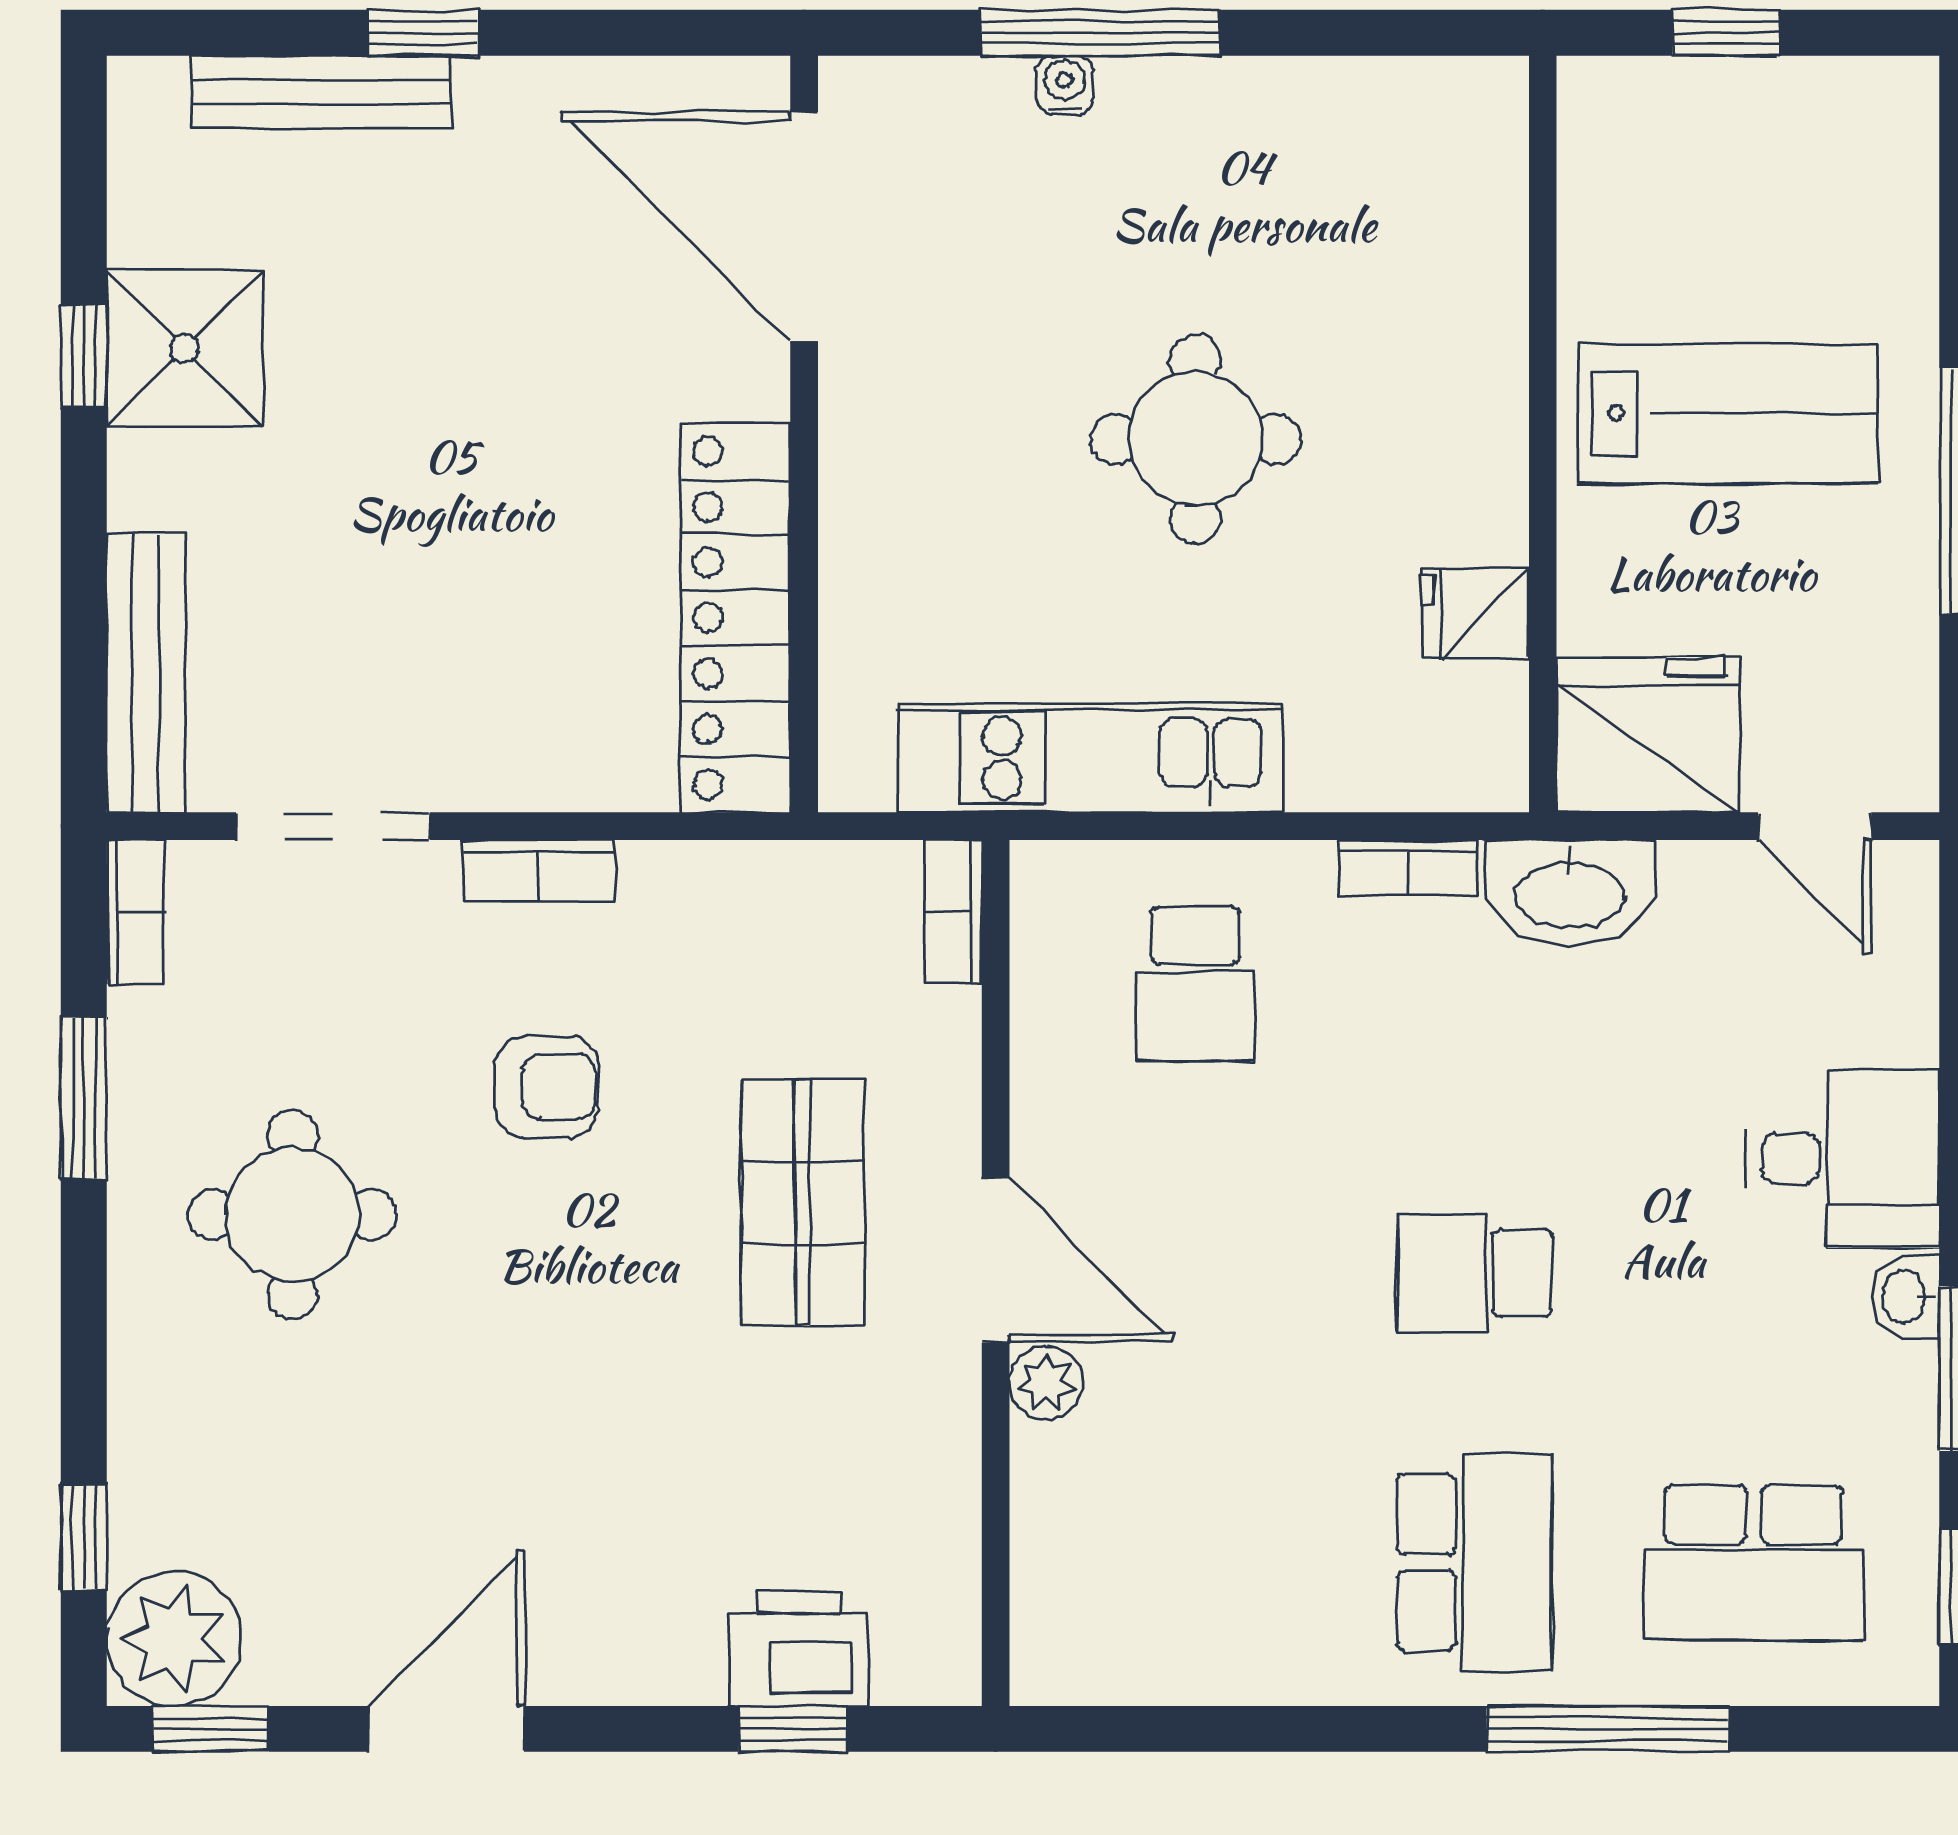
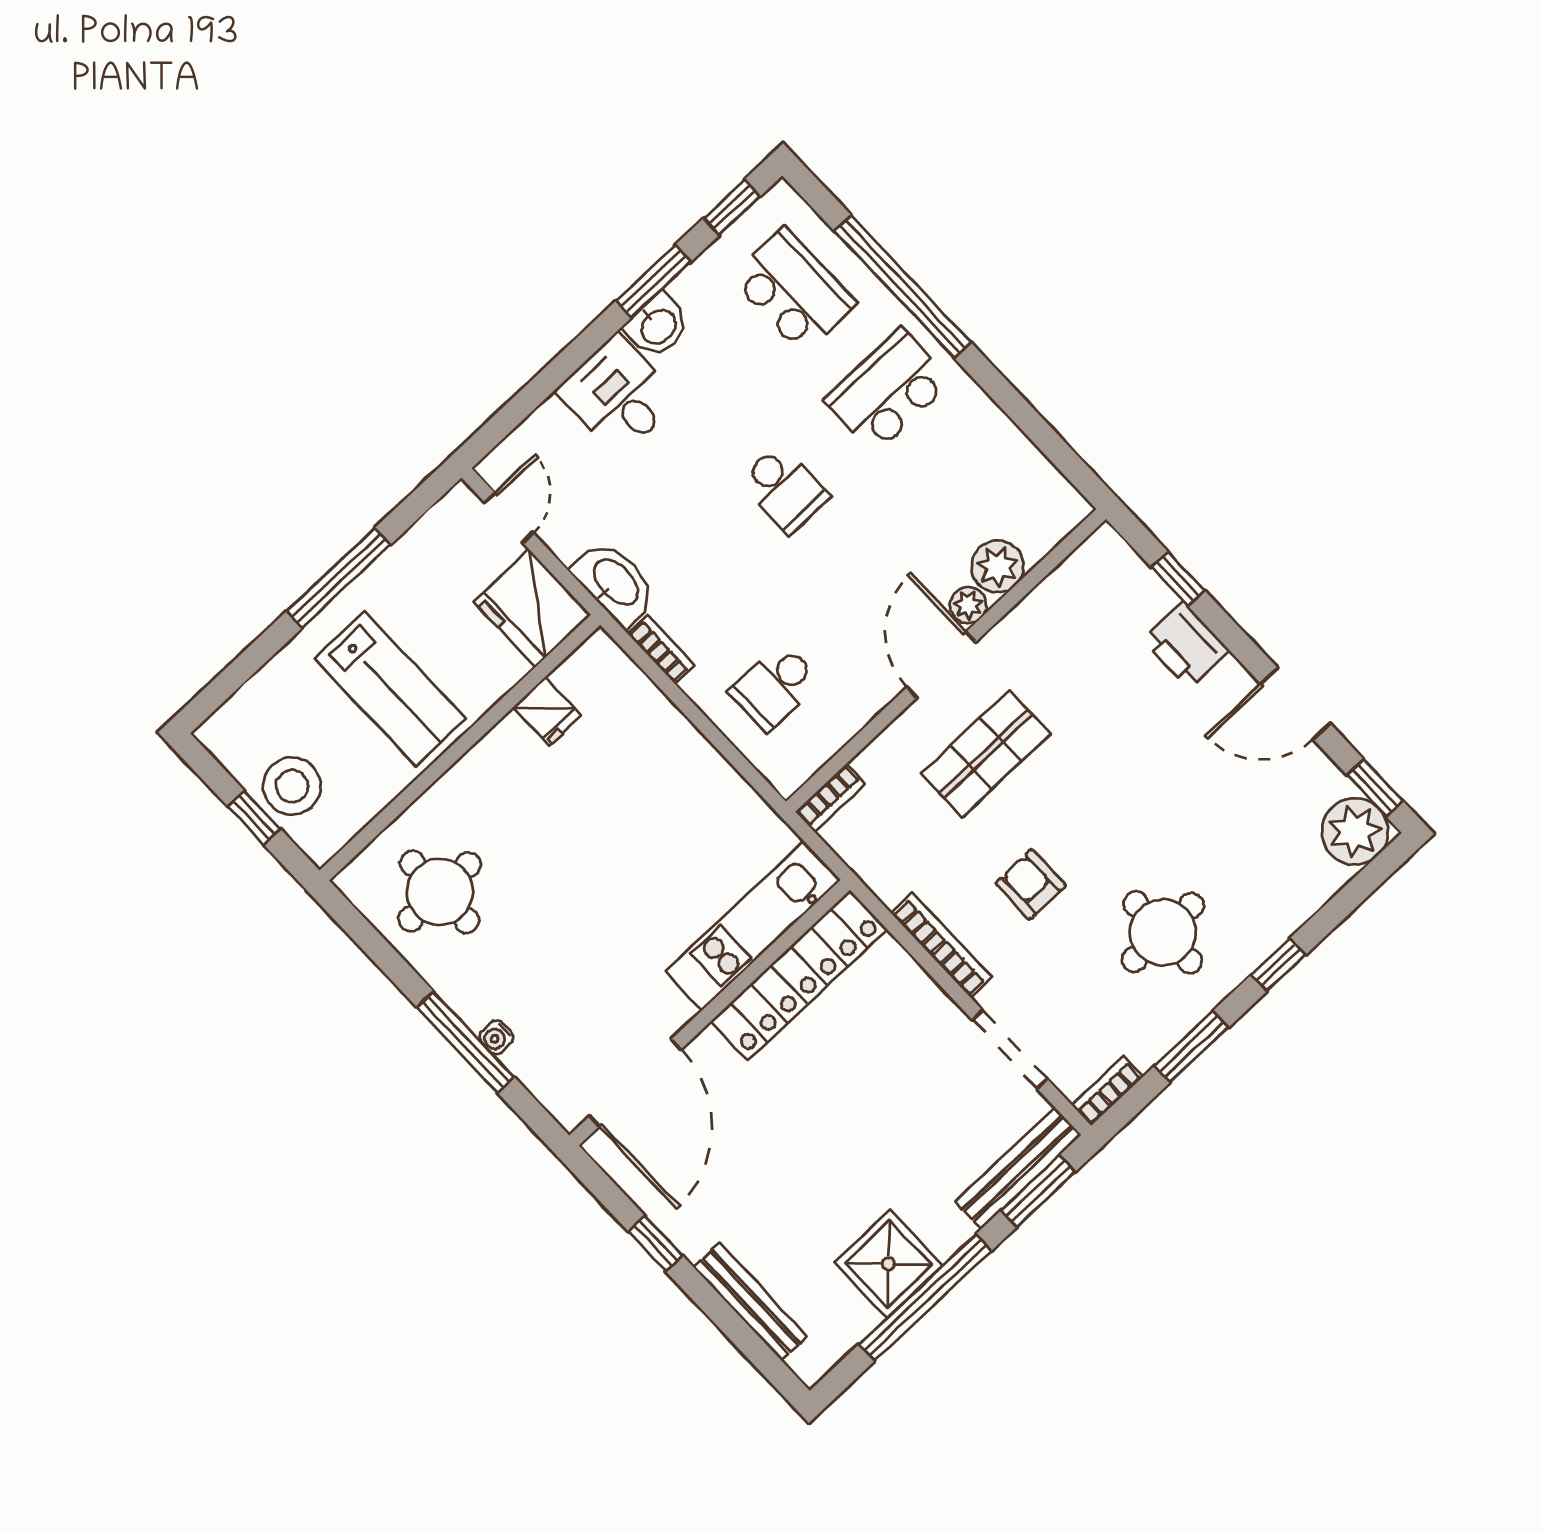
window: (423, 33) -> (655, 1244), moved
stool: (1720, 133) -> (292, 786), added
window: (84, 356) -> (925, 1297), width x3.17
lab bench: (1727, 413) -> (390, 689), turned 180
round table: (1195, 439) -> (440, 892), moved
window: (84, 671) -> (1038, 1191), added
kitchen unit: (1091, 758) -> (753, 926), moved, turned 90
bookcase: (539, 870) -> (941, 945), width x1.56
school desk: (1195, 984) -> (775, 687), turned 180
washbasin: (1906, 1297) -> (658, 326), width x1.38, depth x1.45
plant: (1062, 1480) -> (998, 567), added
window: (84, 1537) -> (1278, 965), moved
printer: (798, 1648) -> (1186, 645), moved
window: (1608, 1729) -> (903, 287), width x1.46

